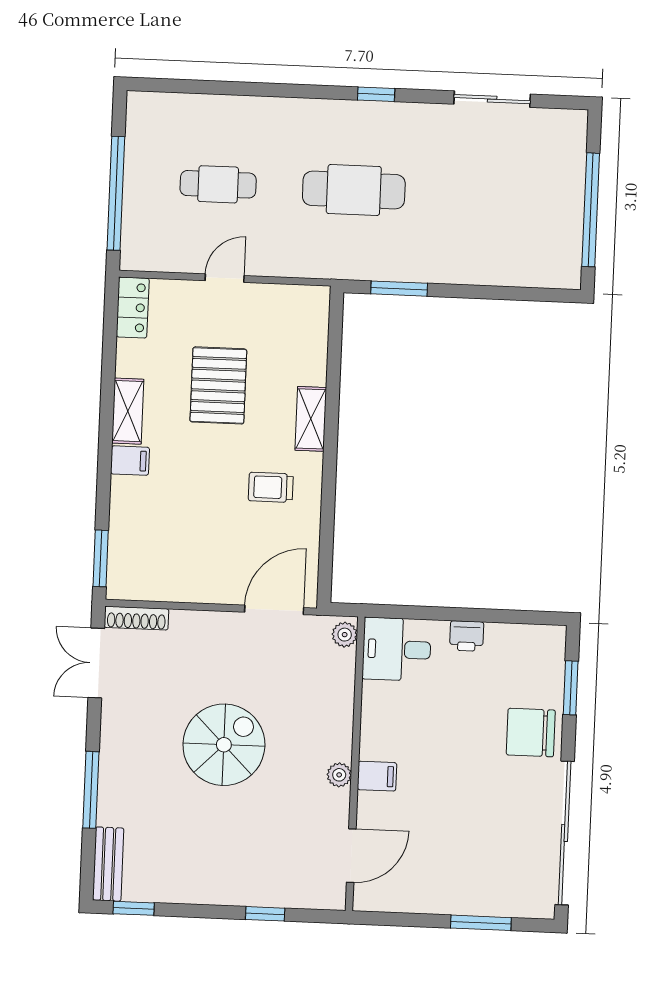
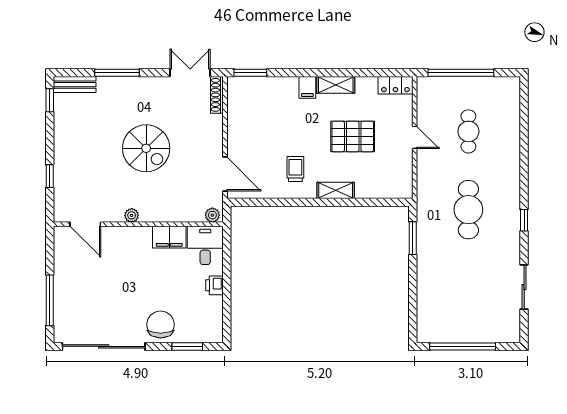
filing cabinet: (377, 776) -> (169, 237), moved, width x2.00
window: (481, 923) -> (50, 300), width x1.44

